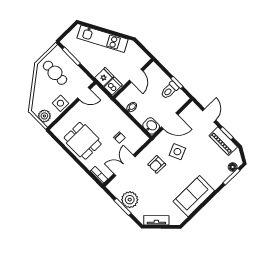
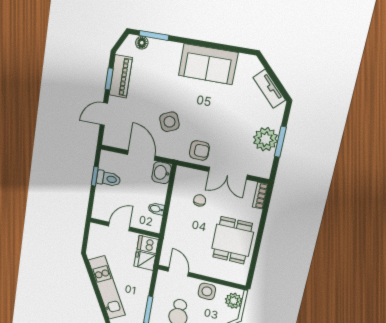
armchair: (157, 164) -> (199, 150), moved

